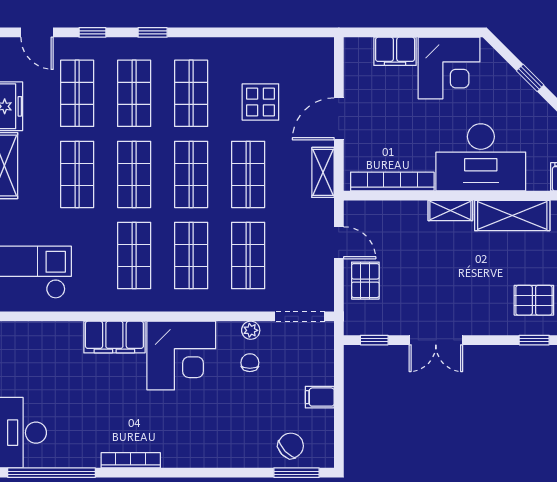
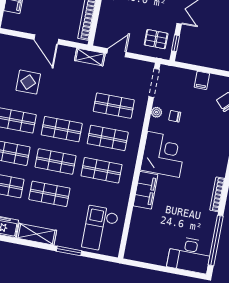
shelving: (323, 172) -> (90, 57), moved
shop shelf: (248, 174) -> (68, 97), removed
pallet: (365, 281) -> (156, 39), moved

